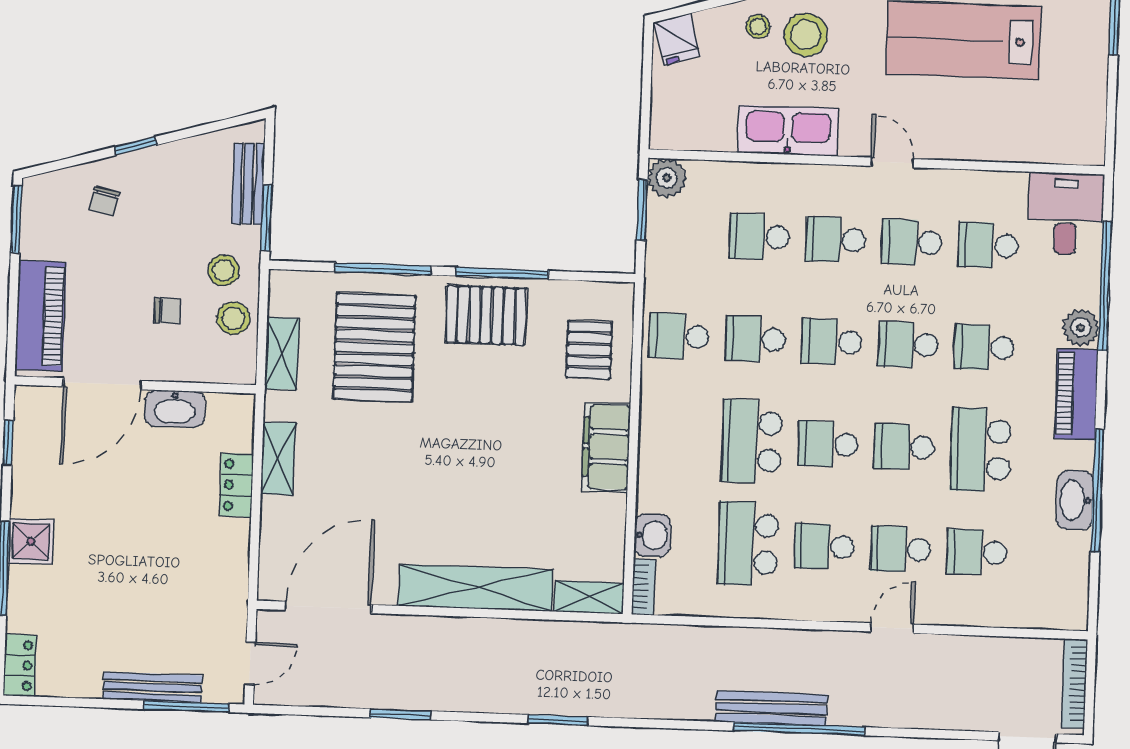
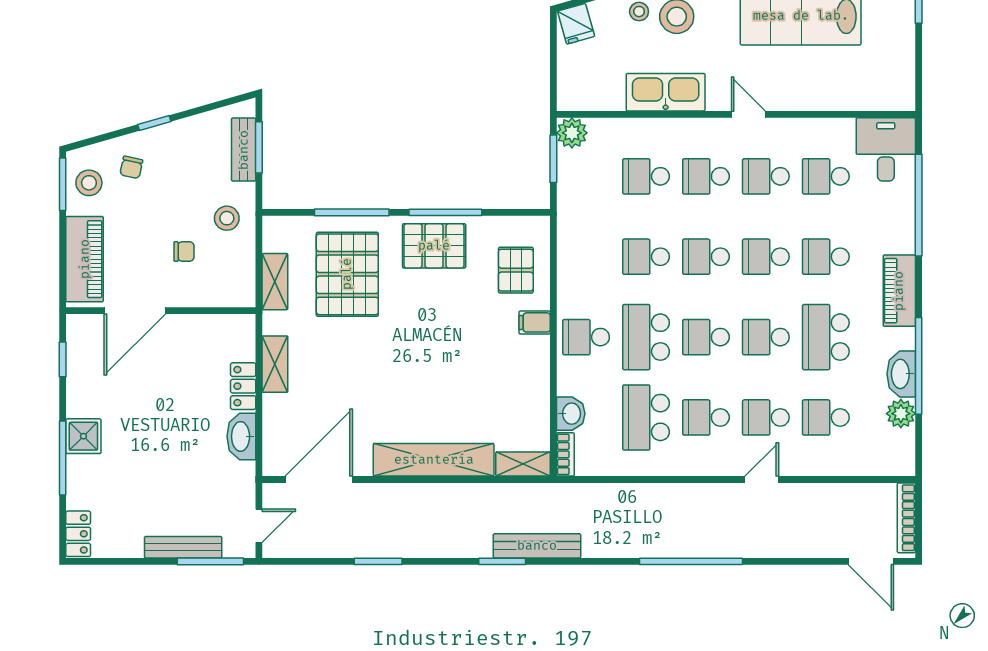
window: (266, 218) -> (259, 147), moved
stool: (233, 318) -> (89, 183), moved
plant: (1081, 328) -> (901, 414), moved
school desk: (679, 336) -> (586, 337), moved
washbasin: (175, 409) -> (241, 436), moved, turned 90
filing cabinet: (606, 447) -> (535, 322), width x0.33, depth x0.86
bench: (771, 708) -> (537, 546), moved

